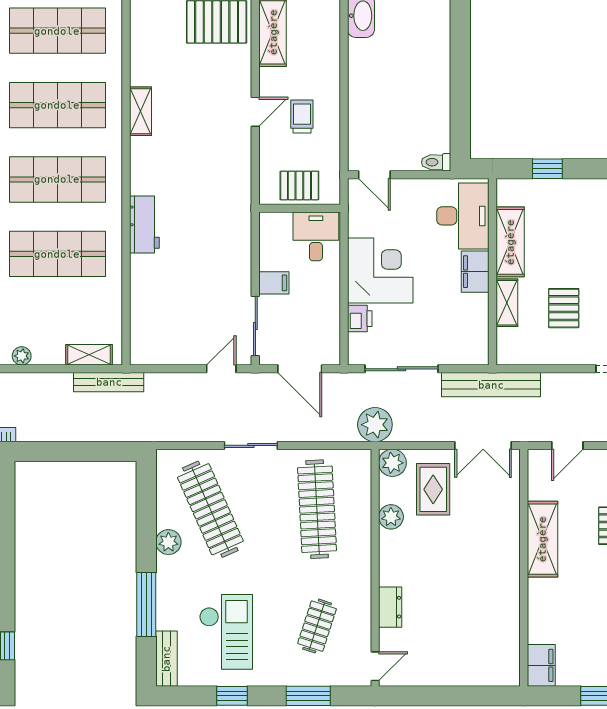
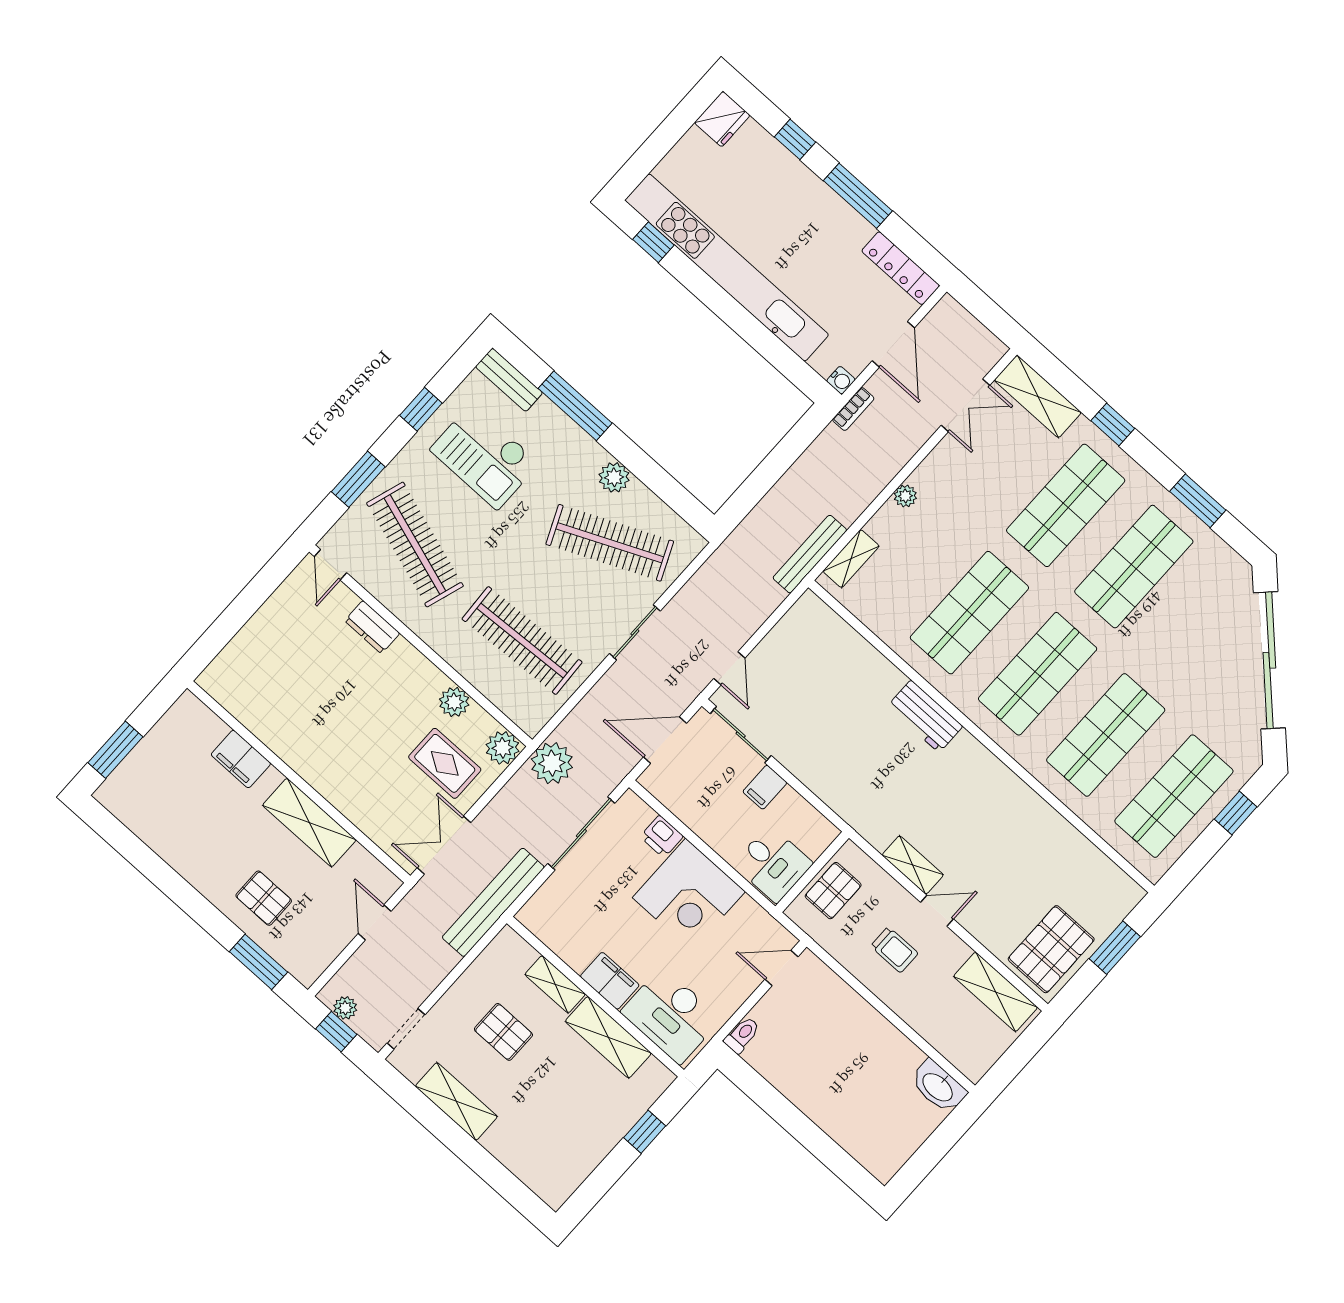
shelving: (140, 111) -> (913, 865), moved
door: (255, 112) -> (937, 911), swing flipped
clothes rail: (317, 626) -> (415, 544), width x1.86, depth x1.31
filing cabinet: (541, 665) -> (241, 759), moved

